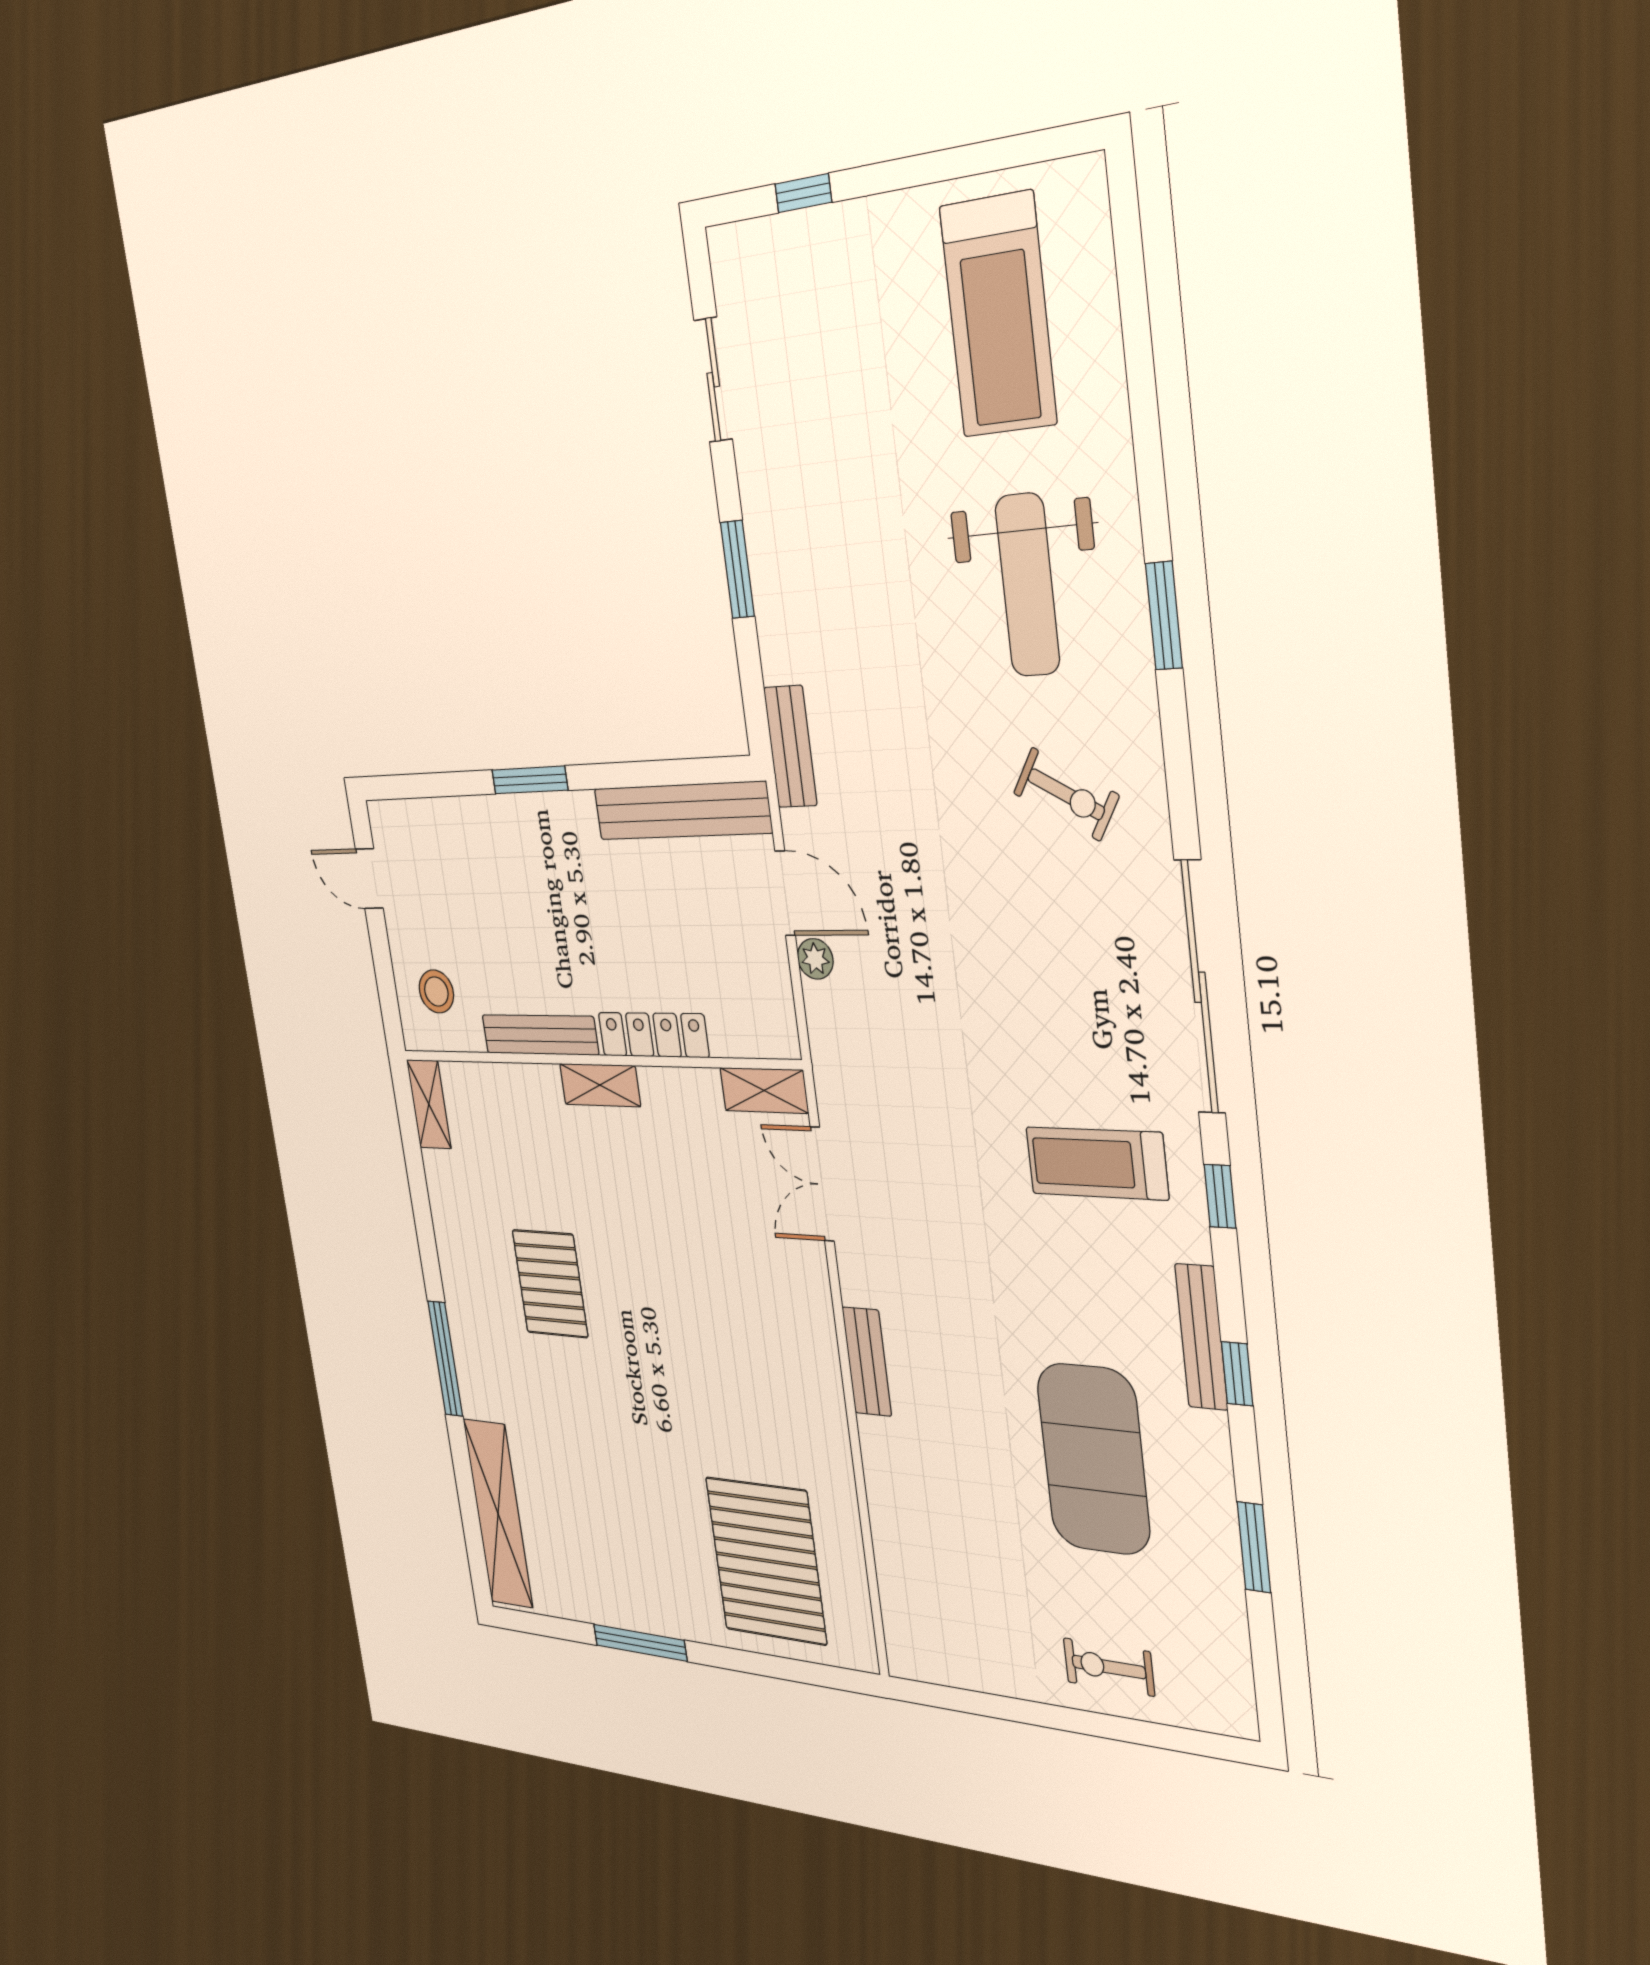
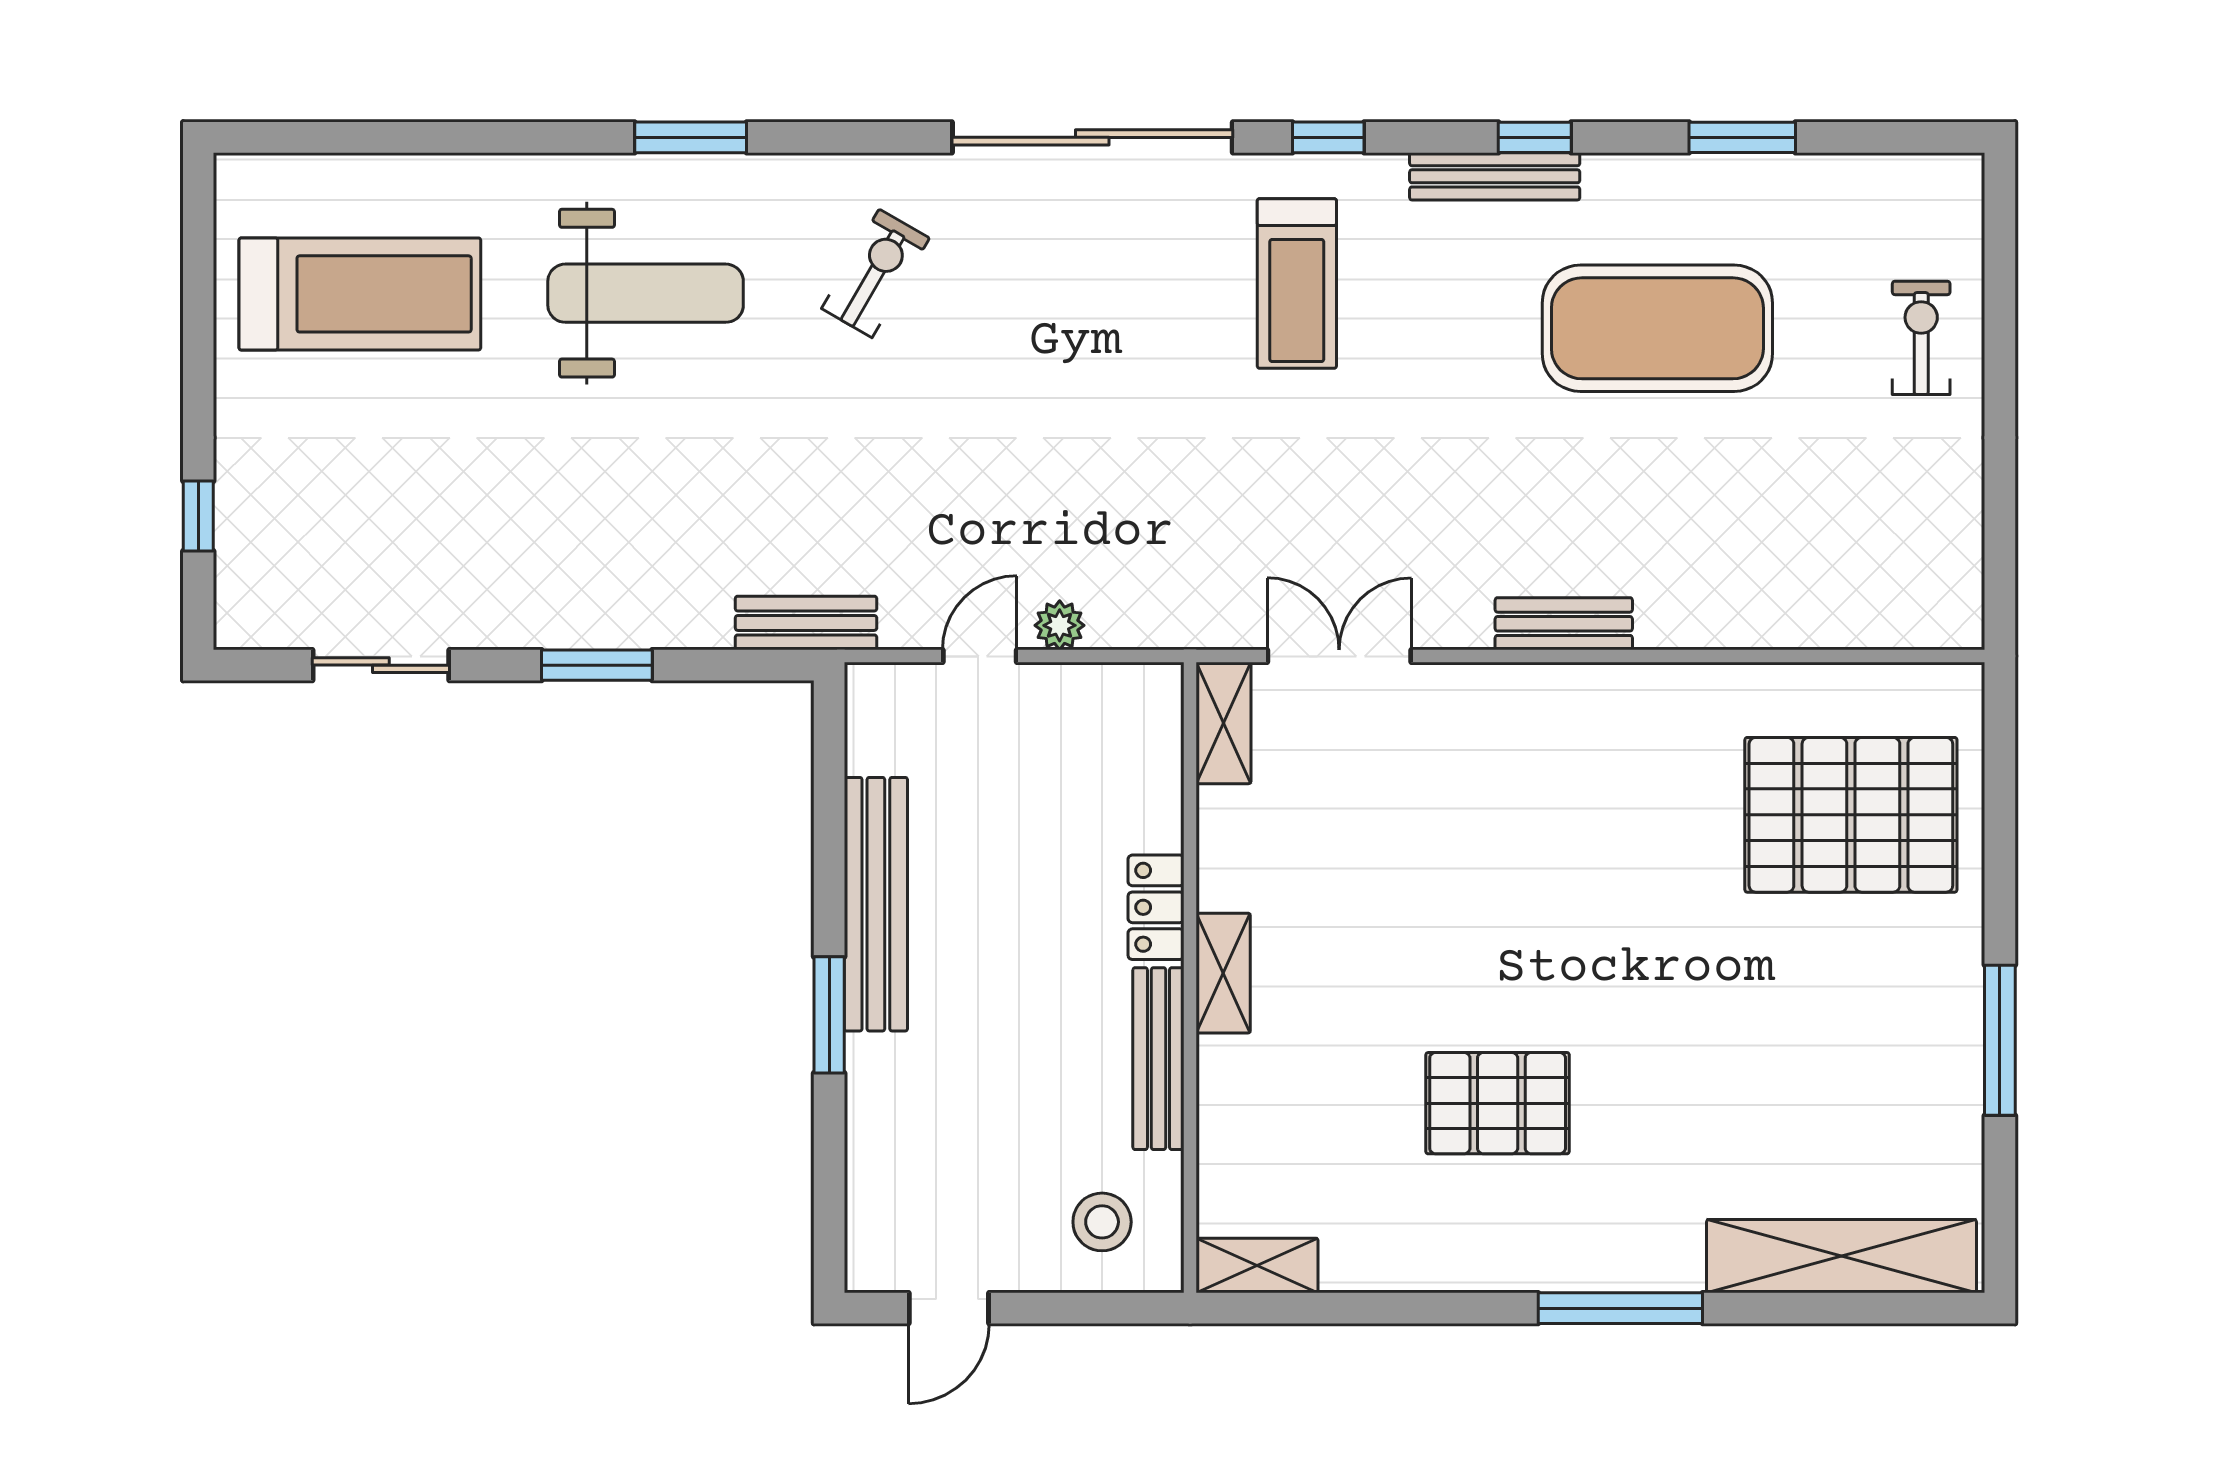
bench: (682, 811) -> (876, 904), moved
door: (785, 893) -> (980, 656), width x0.73
locker: (653, 1035) -> (1156, 907), width x0.66
double door: (822, 1184) -> (1339, 656), swing flipped
exercise bike: (1109, 1667) -> (1921, 338), turned 180

